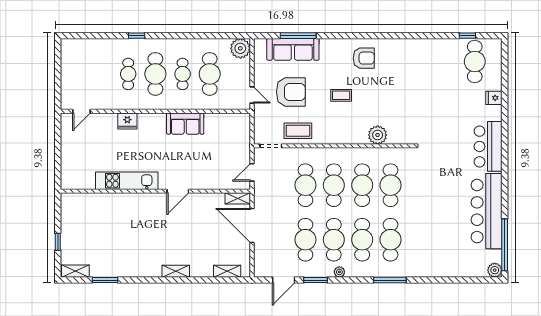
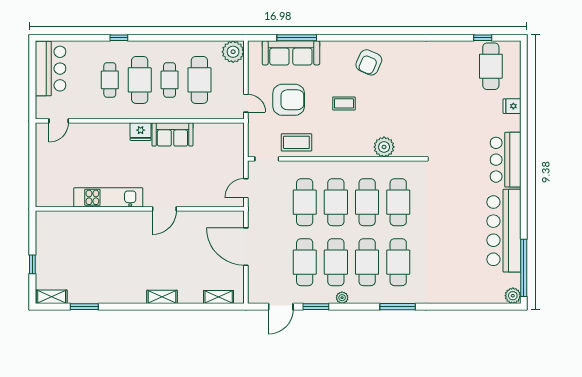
armchair: (364, 58) -> (369, 62), turned 114
bar counter: (74, 64) -> (51, 69), added
fridge: (127, 121) -> (141, 132), moved
shelving: (238, 198) -> (230, 217), removed

